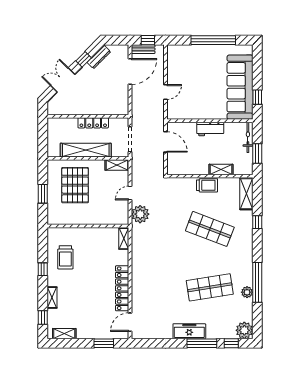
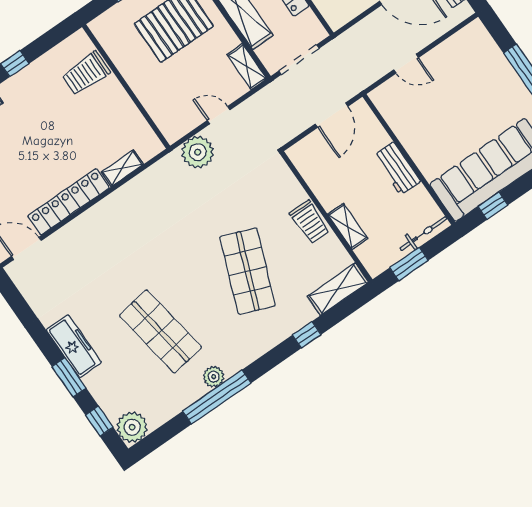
shelving: (124, 239) -> (122, 168), moved
trolley: (65, 257) -> (86, 73), moved
plant: (247, 292) -> (214, 377), moved
window: (202, 343) -> (69, 377), width x0.69

